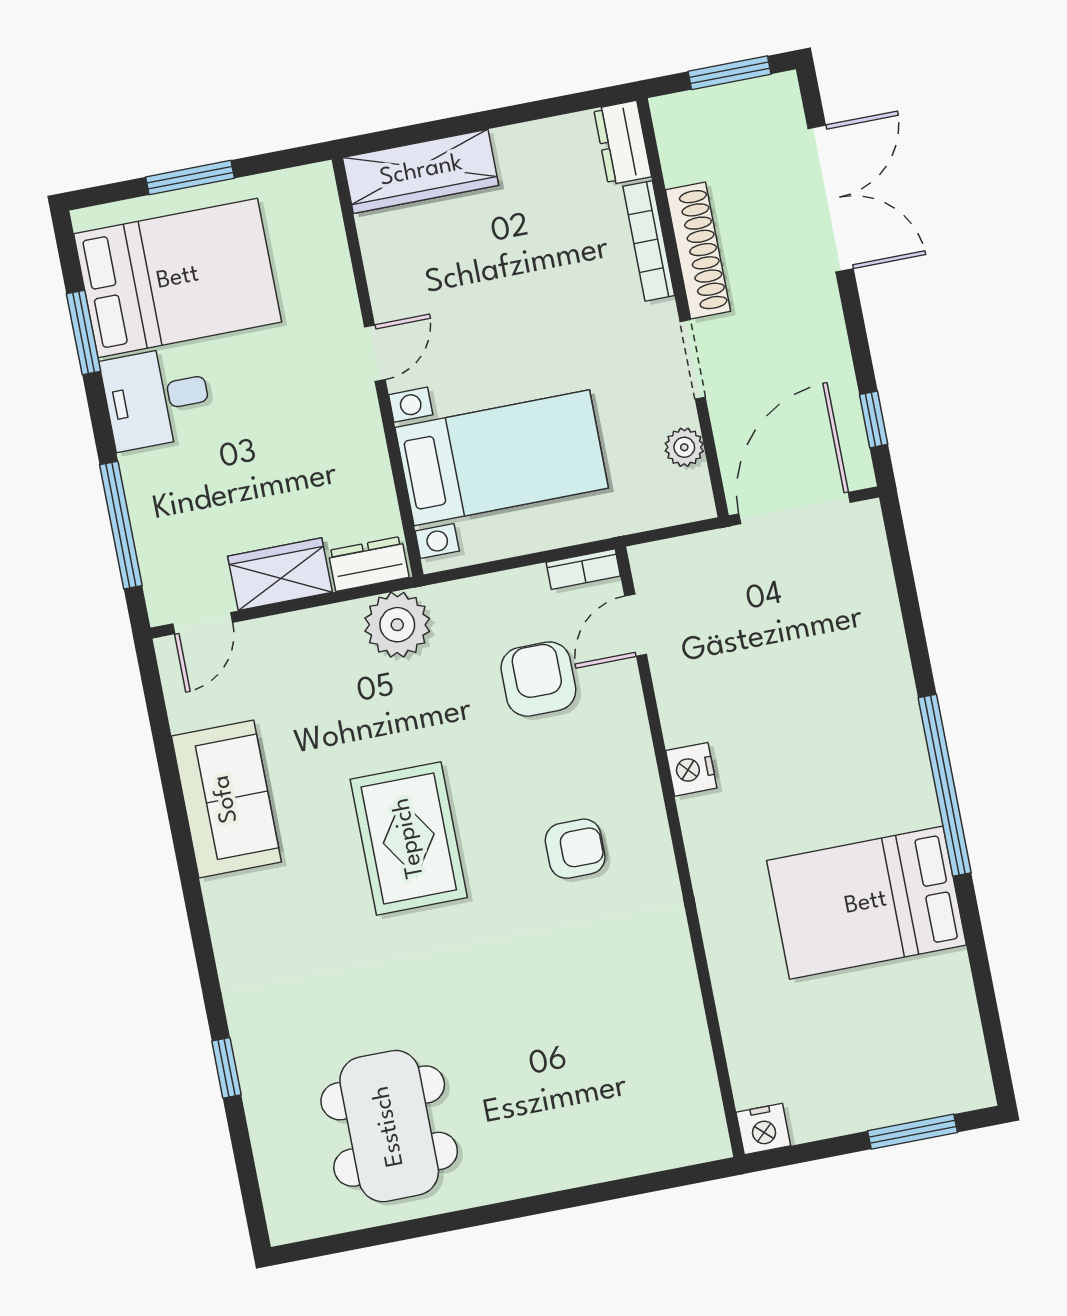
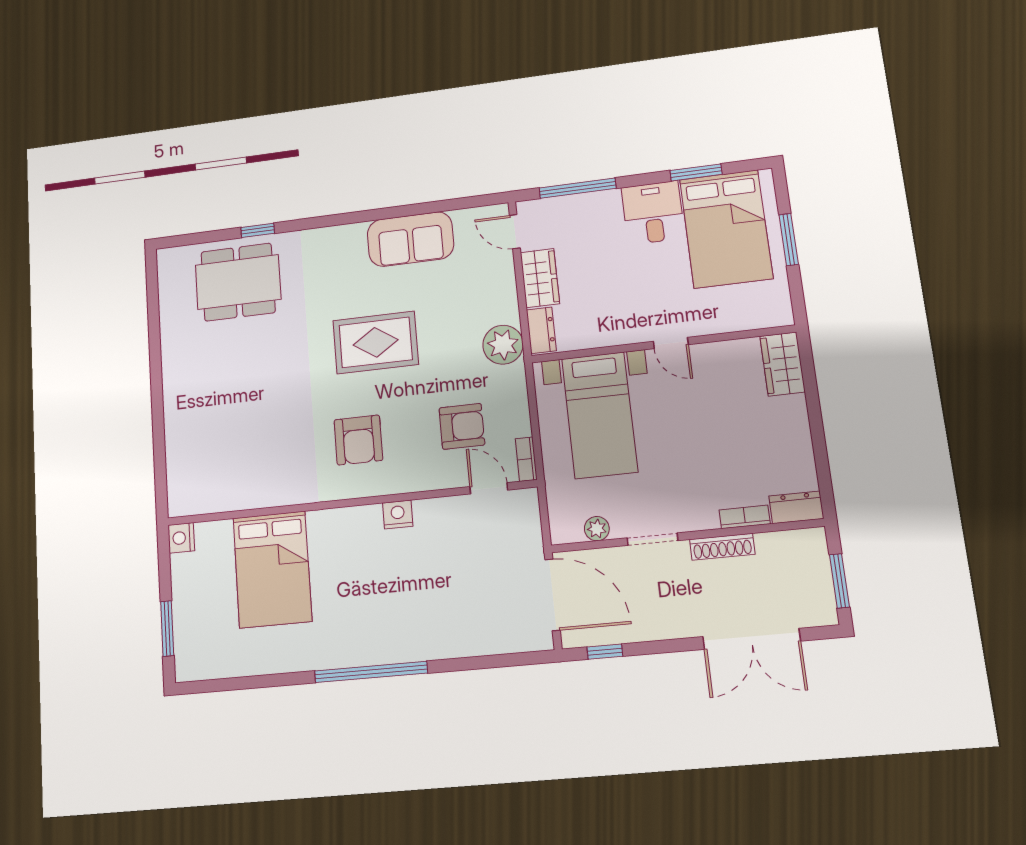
wardrobe: (421, 171) -> (782, 364), width x0.67
bookcase: (649, 241) -> (745, 517), width x0.64
shoe rack: (698, 251) -> (722, 547), width x0.74, depth x0.81
armchair: (575, 849) -> (358, 440), width x1.38, depth x1.38
bed: (866, 903) -> (272, 569), moved, turned 180
dining table: (389, 1126) -> (238, 282), moved

